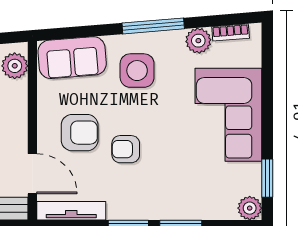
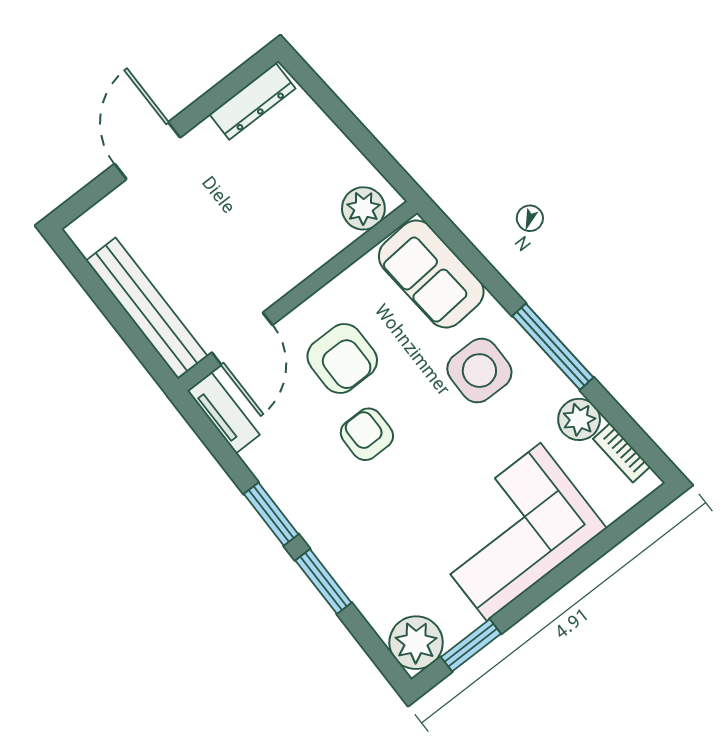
plant: (250, 208) -> (416, 643), width x1.36, depth x1.36
tv unit: (71, 211) -> (223, 413), width x0.71

